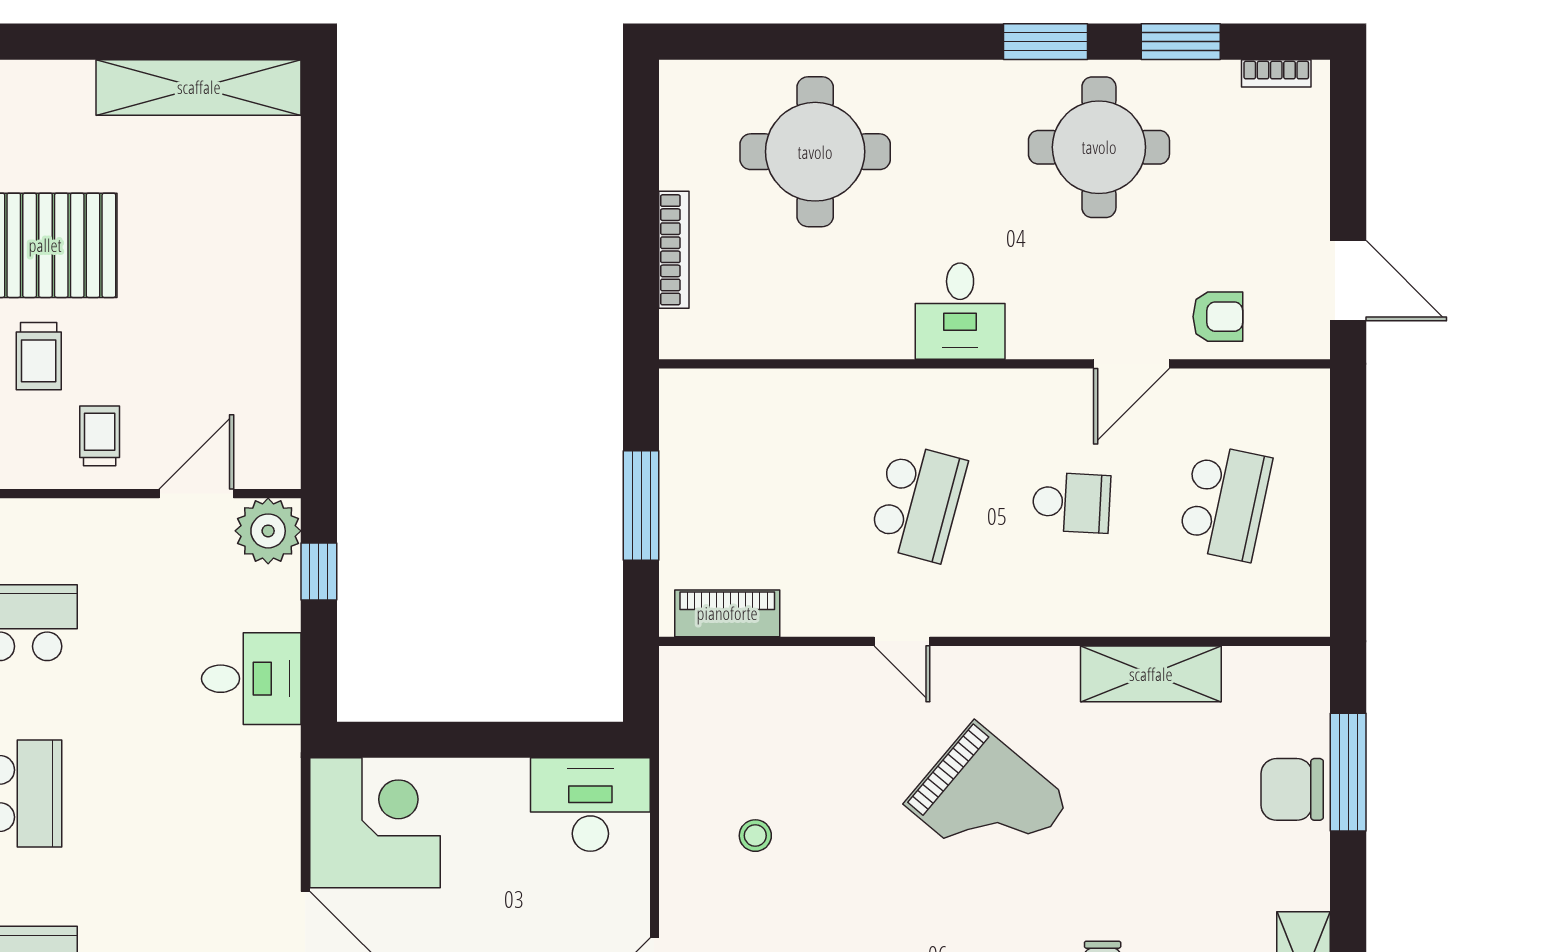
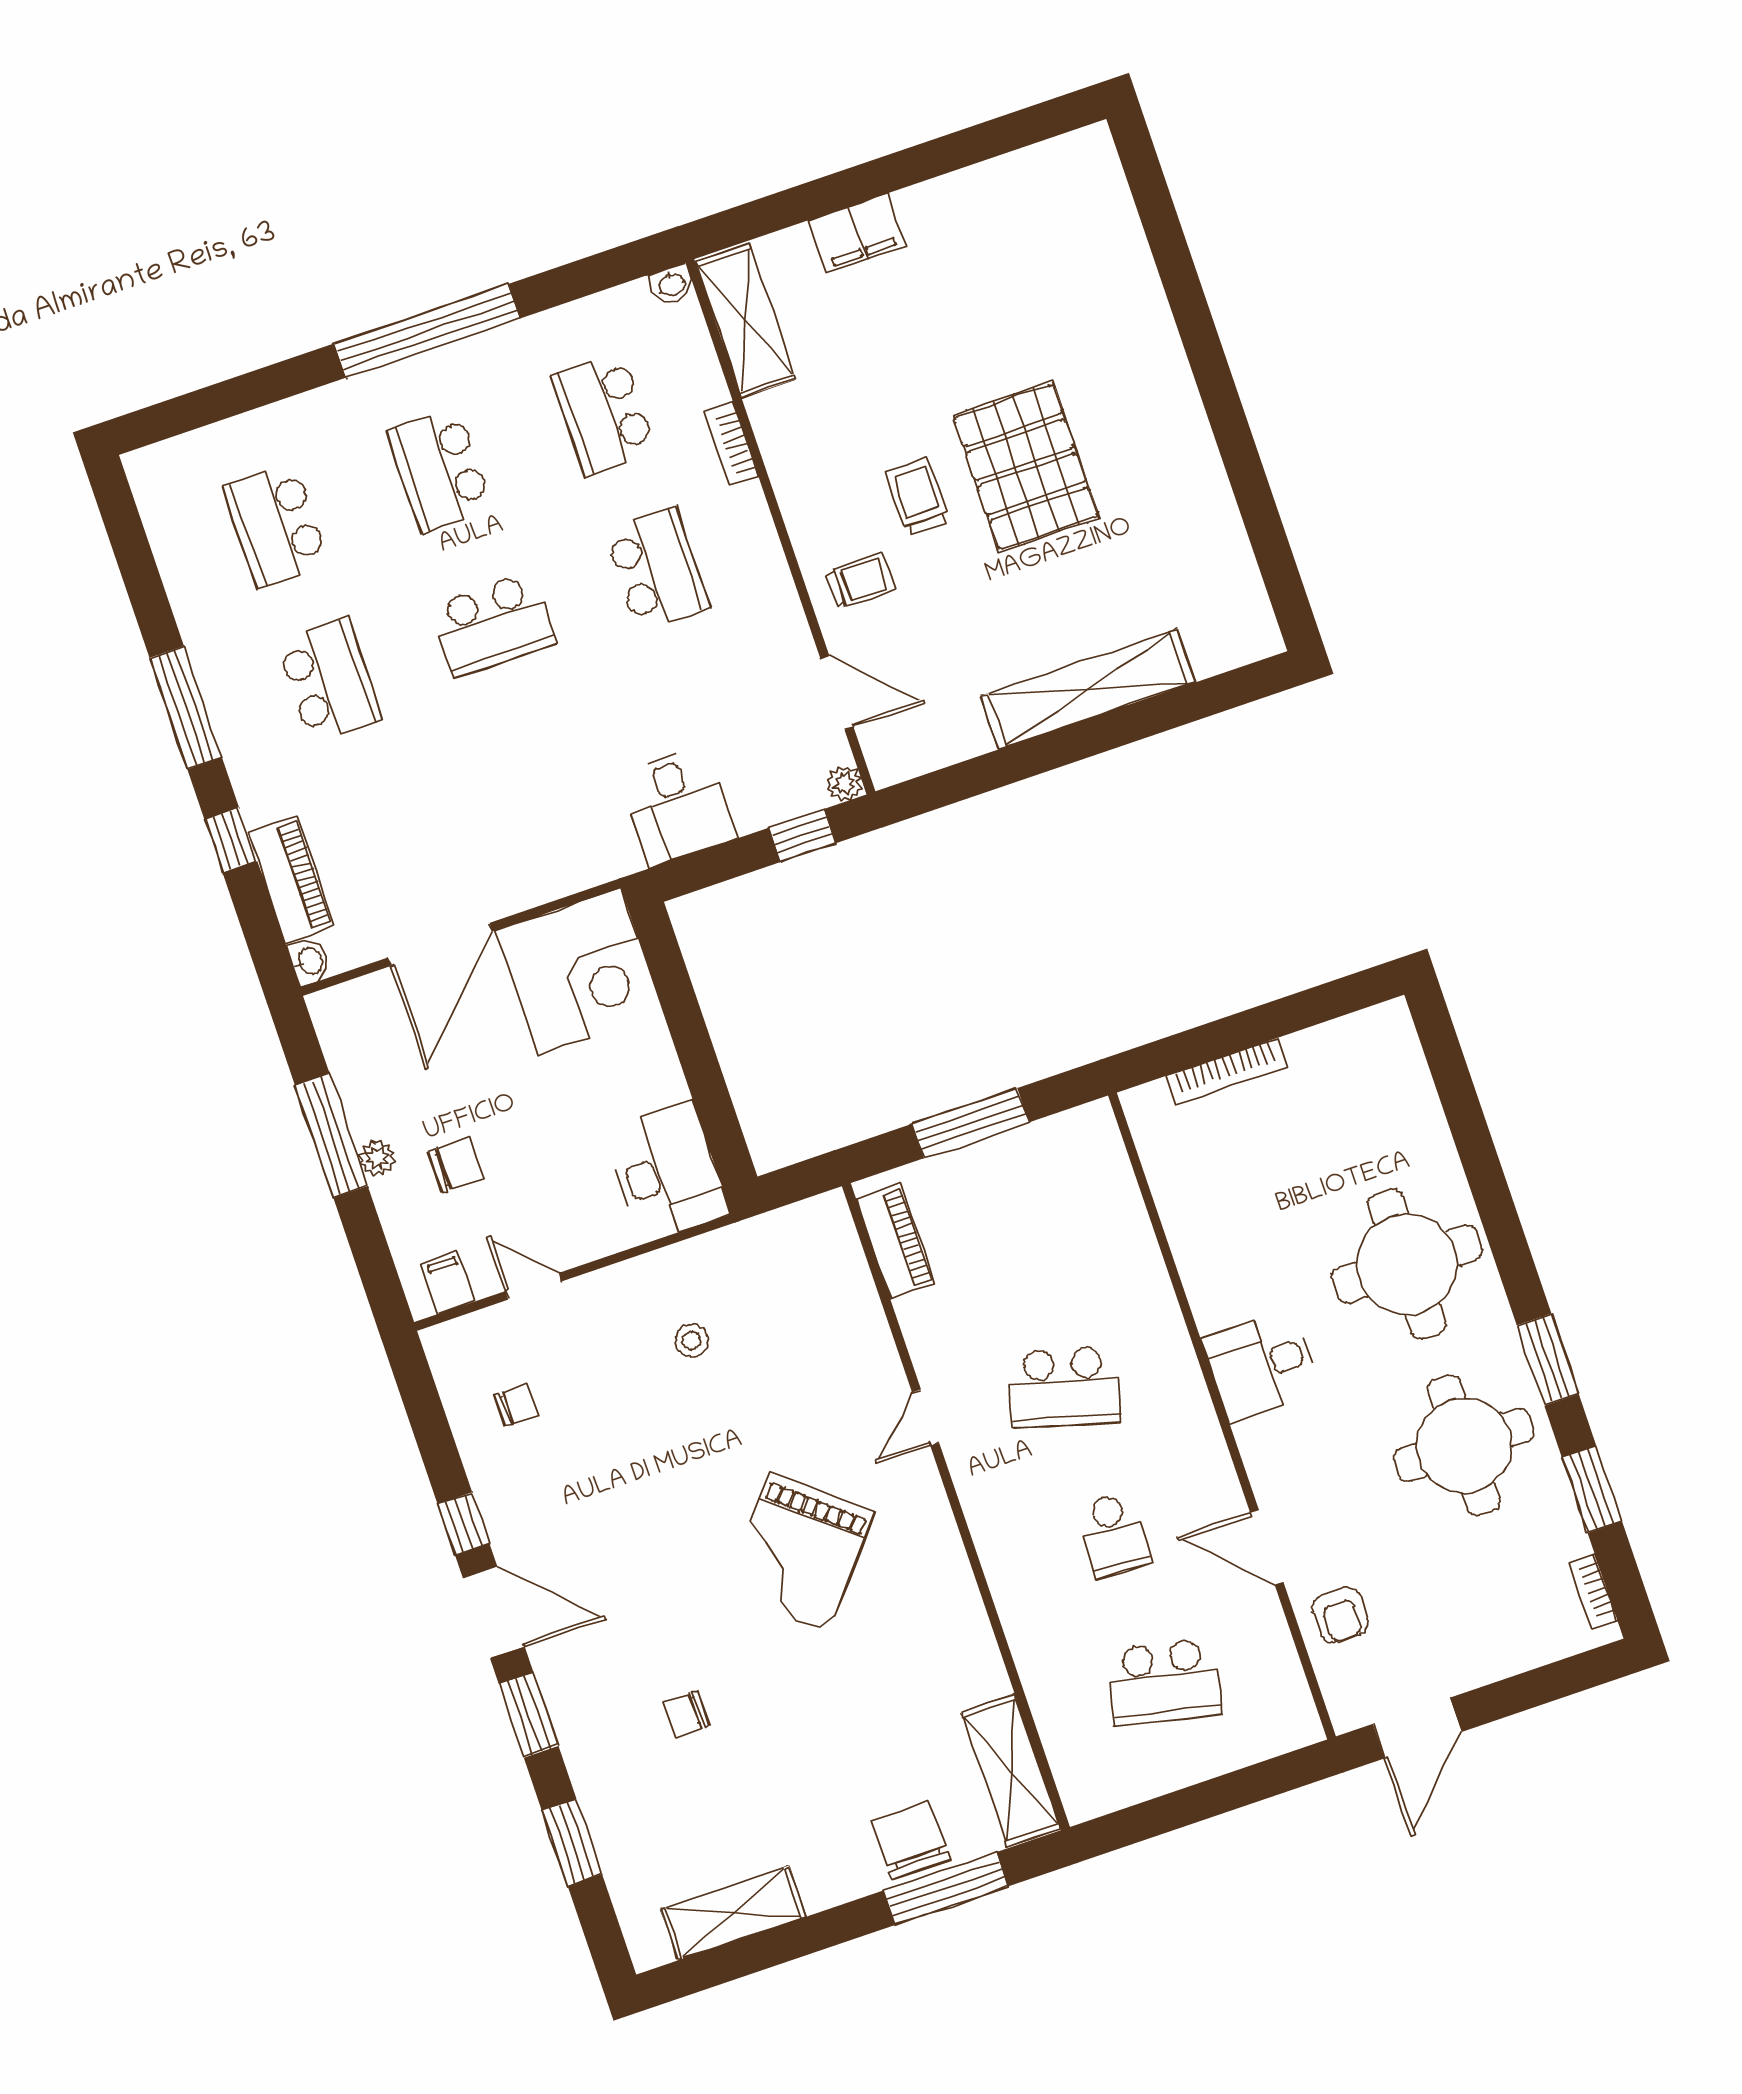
shelving: (199, 87) -> (1088, 689), moved, turned 90
round table: (815, 152) -> (1407, 1264), moved
trolley: (39, 356) -> (917, 496), turned 90
plant: (268, 531) -> (844, 783), width x0.53, depth x0.53
shelving: (1151, 674) -> (1011, 1770), moved

